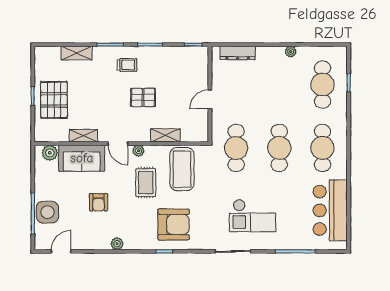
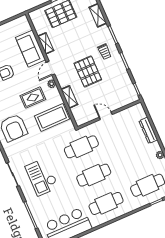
dresser: (238, 53) -> (148, 130), moved
pallet: (143, 97) -> (88, 71), width x1.50, depth x1.42
plant: (50, 153) -> (25, 26), removed

